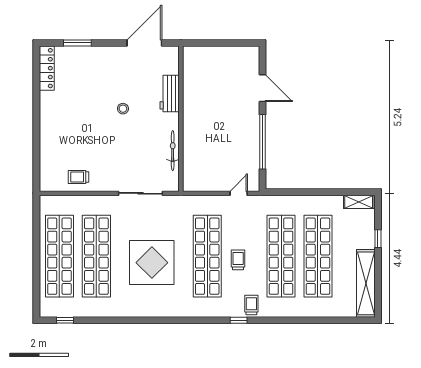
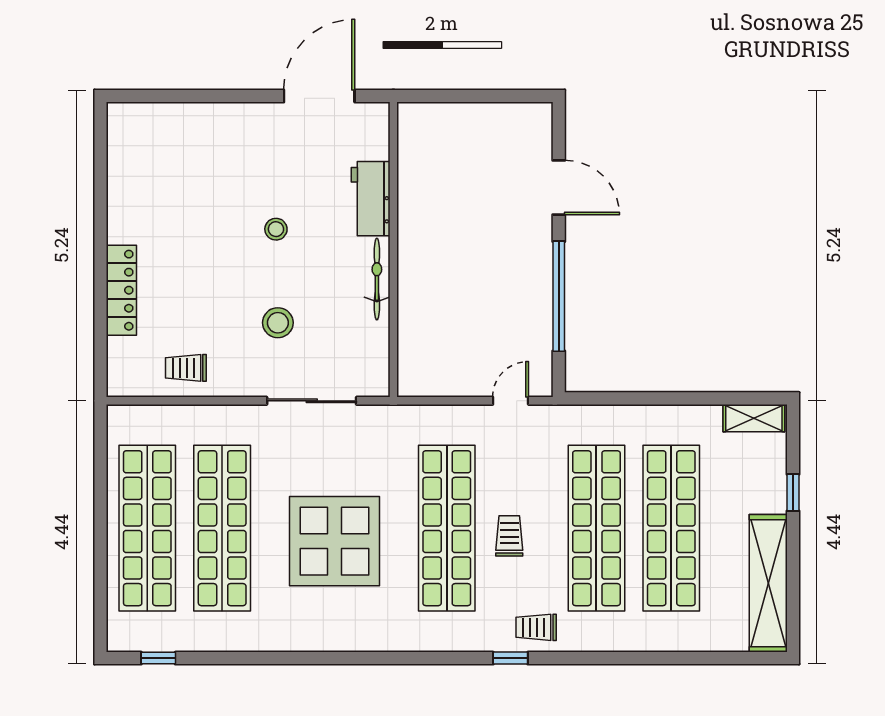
window: (77, 43) -> (184, 96), removed
locker: (47, 68) -> (121, 290), moved
bicycle: (173, 151) -> (377, 279), moved
stool: (124, 155) -> (278, 323), added
trolley: (251, 305) -> (536, 627), turned -90

